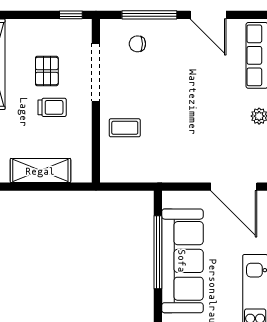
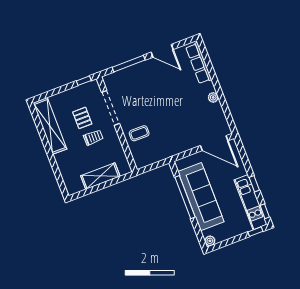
chair: (137, 44) -> (128, 83), removed

